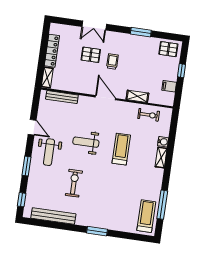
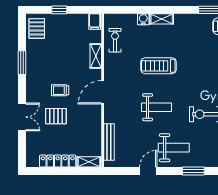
pallet: (91, 55) -> (56, 116), turned 90
filing cabinet: (169, 86) -> (95, 21), moved
weight bench: (86, 142) -> (156, 107), turned -90

